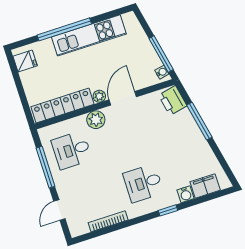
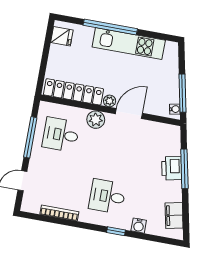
printer: (173, 100) -> (172, 168), moved
filing cabinet: (205, 186) -> (174, 215), moved, turned -102

